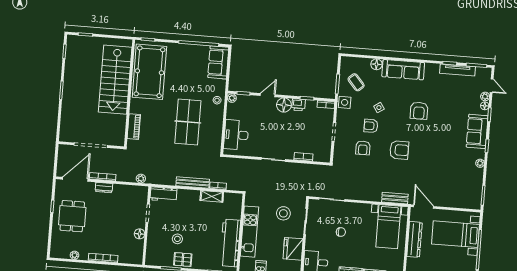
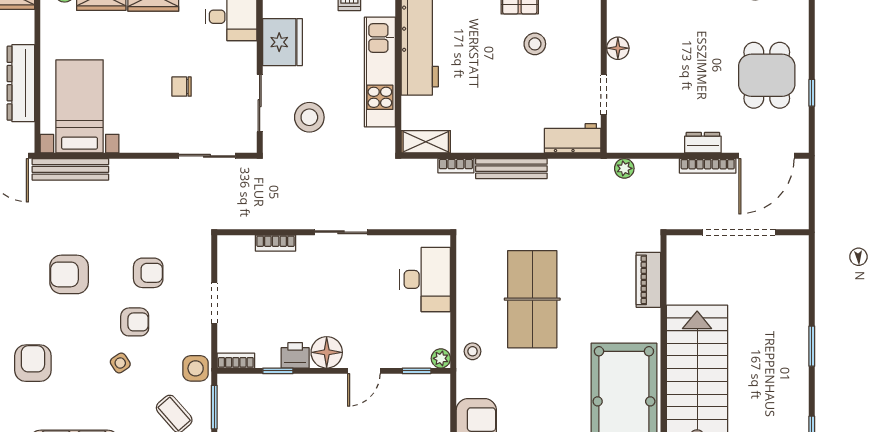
armchair: (363, 148) -> (148, 273), turned 90
shelving: (212, 196) -> (426, 142), moved
bench: (395, 198) -> (70, 169), width x1.36

